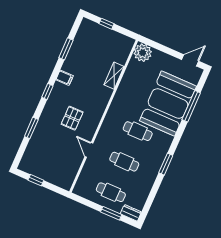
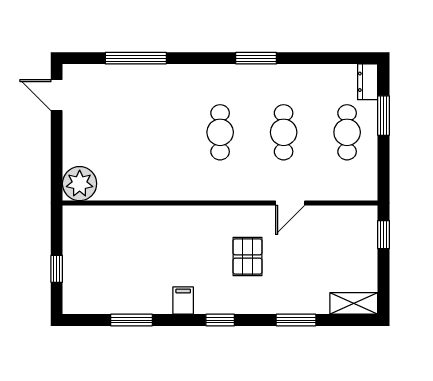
shelving: (114, 76) -> (354, 303), moved
booth: (168, 104) -> (149, 100), removed
pallet: (72, 118) -> (248, 257), turned 90
window: (36, 180) -> (383, 235), moved

